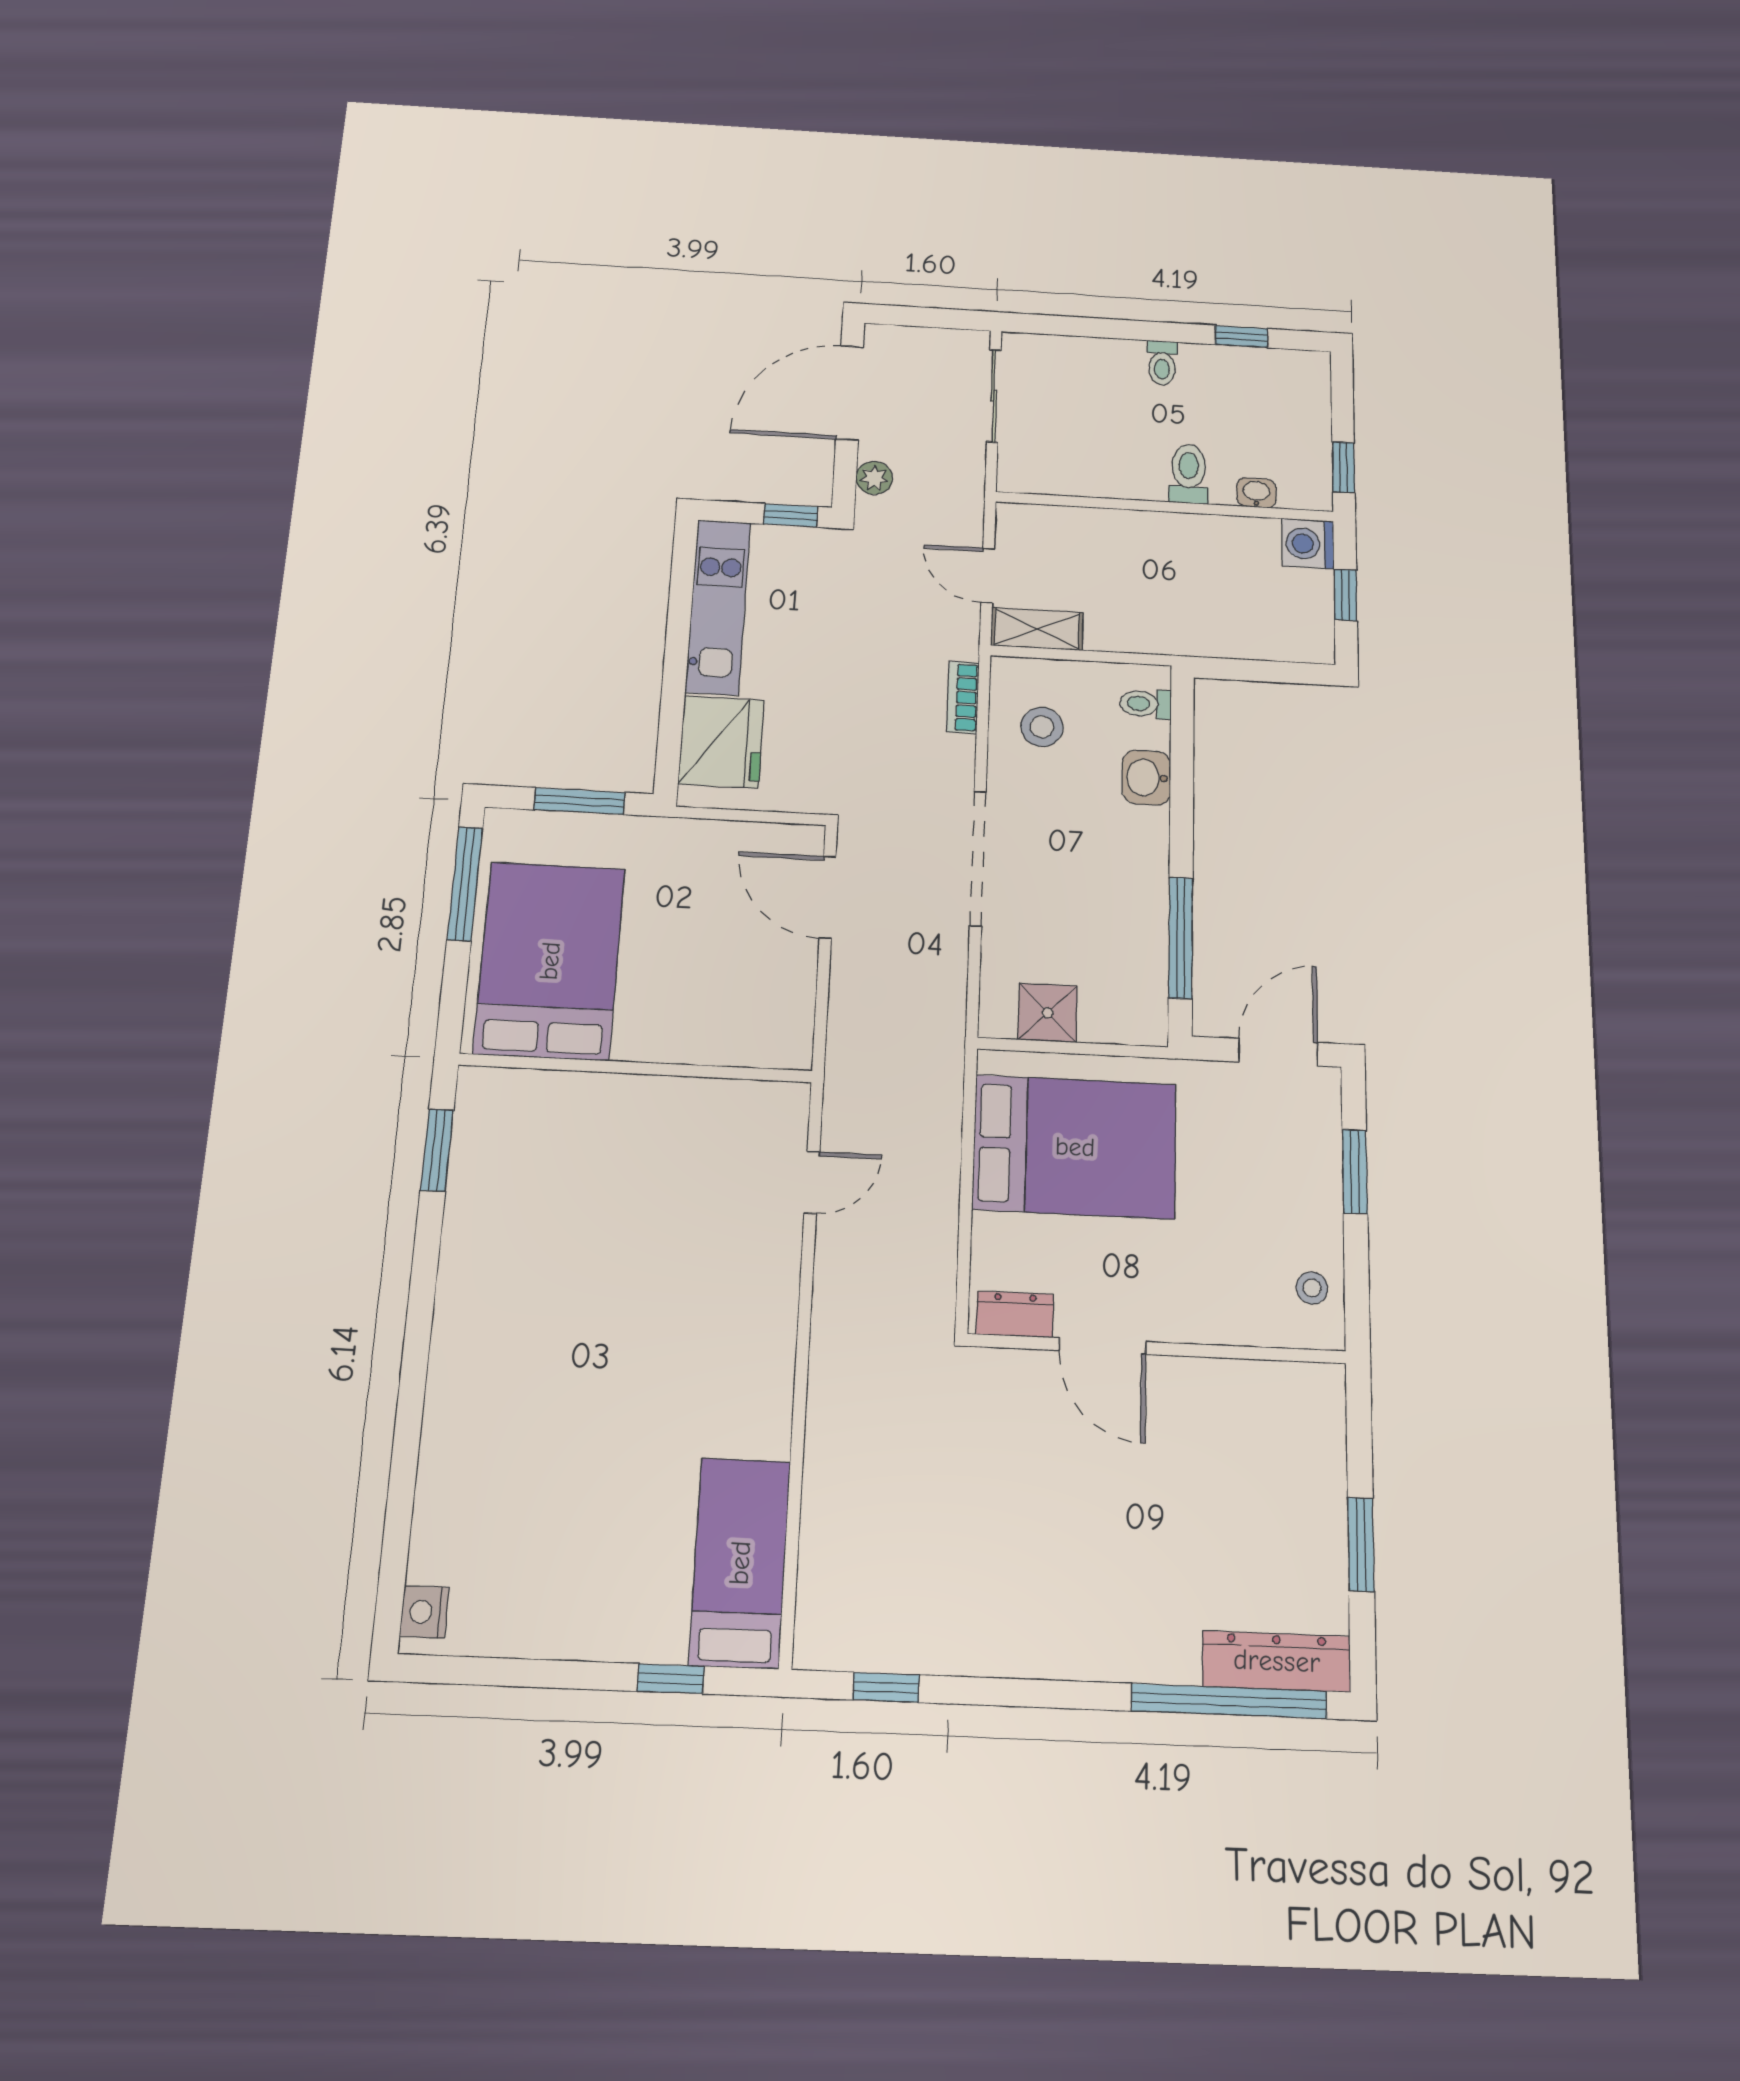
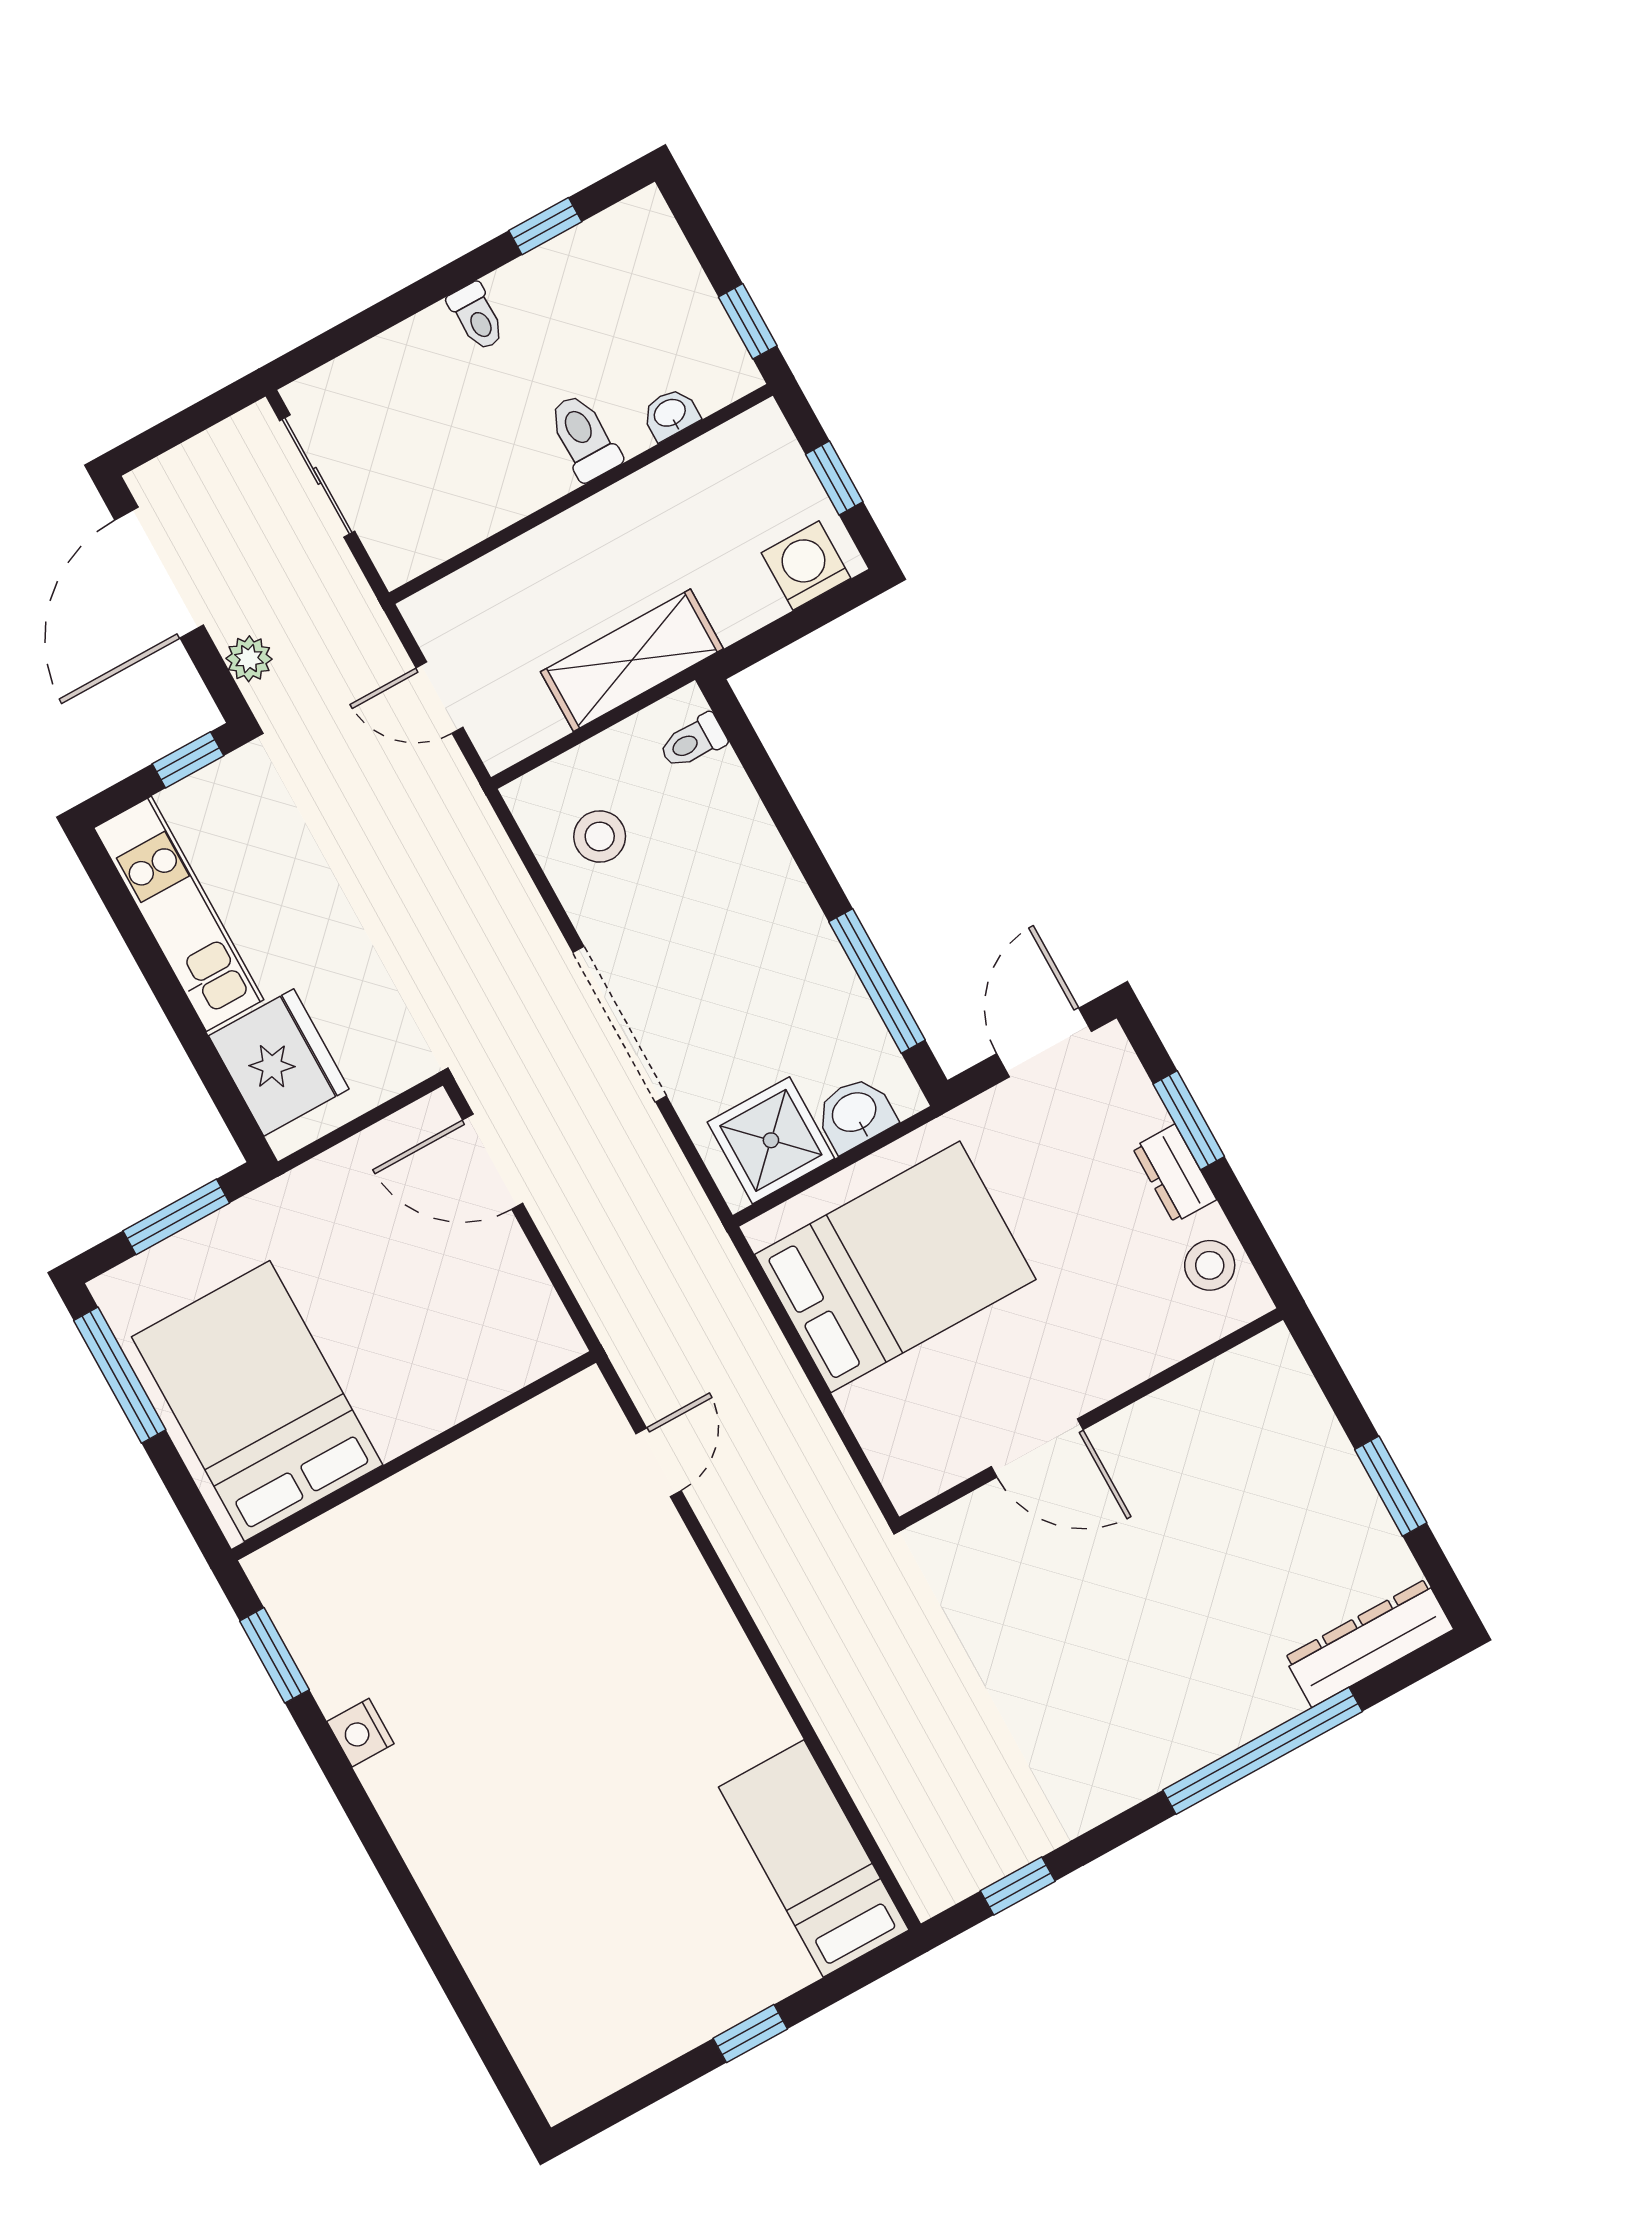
washing machine: (1308, 544) -> (806, 566), moved, turned 90
shelving: (1037, 629) -> (632, 660), moved, width x1.50, depth x1.33
bookcase: (963, 697) -> (497, 855), removed
washbasin: (1146, 778) -> (855, 1114), moved, turned 90
shower: (1048, 1013) -> (771, 1140), width x1.36, depth x1.36
stool: (1312, 1288) -> (1210, 1265), width x1.37, depth x1.37
dresser: (1015, 1314) -> (1174, 1174), moved, turned -90
nightstand: (424, 1612) -> (360, 1733), moved
window: (671, 1679) -> (750, 2034), moved
window: (1229, 1701) -> (1263, 1751), moved

